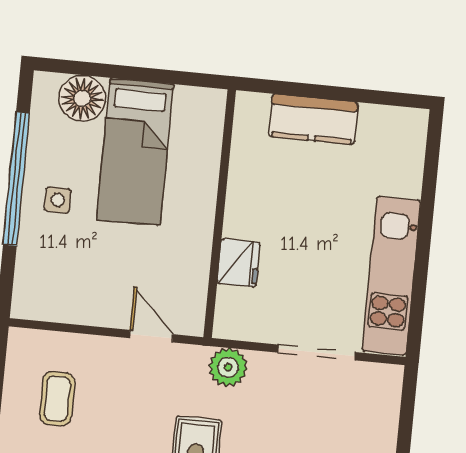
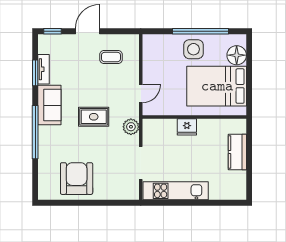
bed: (135, 152) -> (217, 86), width x1.50
side table: (58, 200) -> (193, 49), width x1.87, depth x1.87
fridge: (239, 263) -> (187, 127), moved

